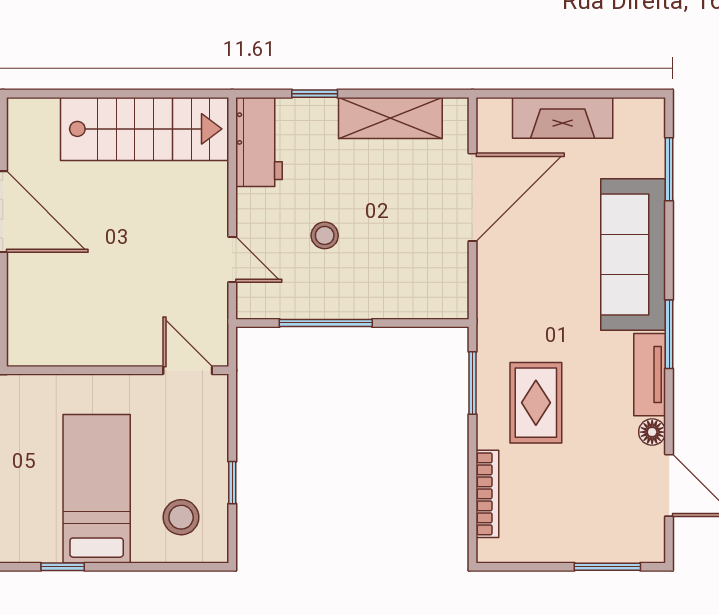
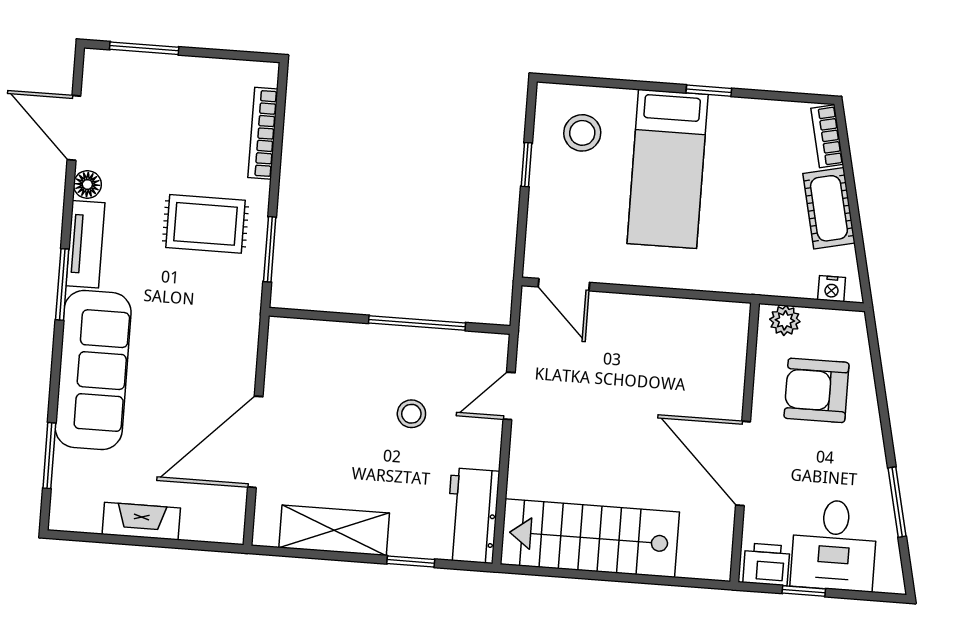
fireplace: (563, 118) -> (141, 521), width x0.73, depth x0.76
door: (232, 260) -> (509, 396), hinge flipped
rug: (536, 403) -> (205, 224), turned 90

